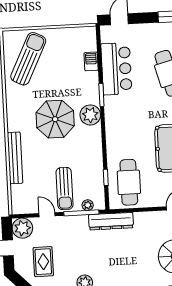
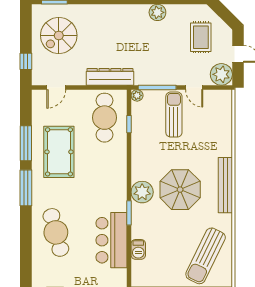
bench: (15, 158) -> (225, 185), moved
plant: (88, 205) -> (137, 95), moved
dresser: (111, 221) -> (110, 77), moved

